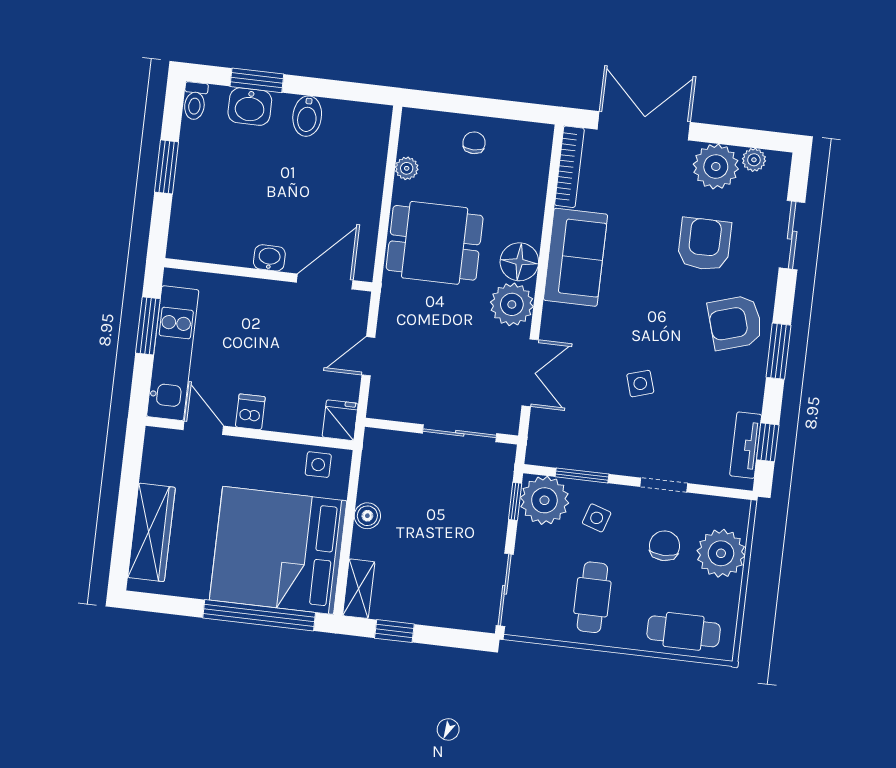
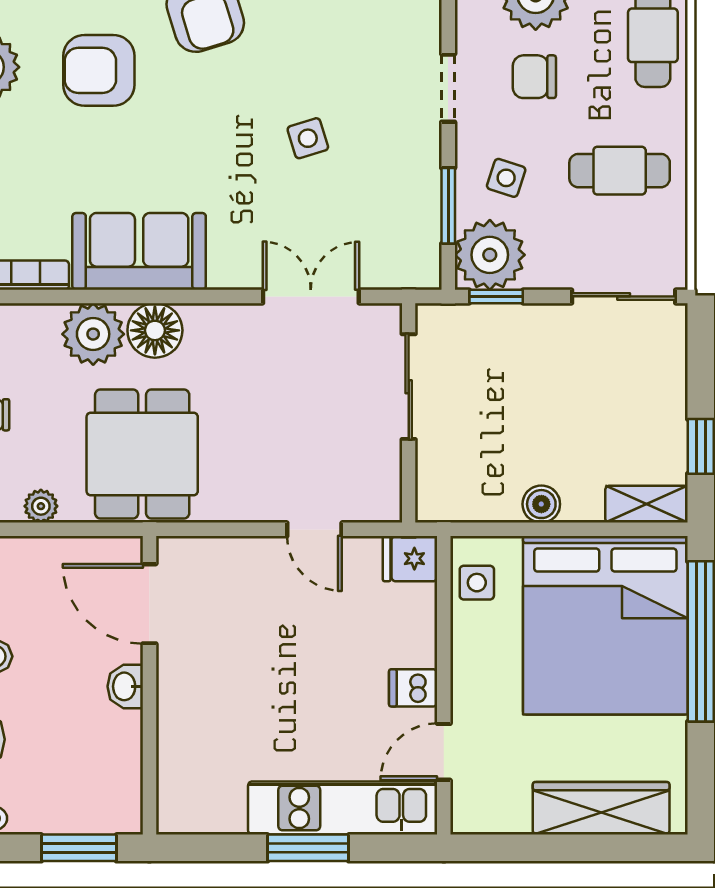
washbasin: (269, 258) -> (125, 686), moved
wall: (268, 275) -> (149, 685), moved
door: (325, 281) -> (149, 604), moved
plant: (512, 304) -> (93, 334), moved

